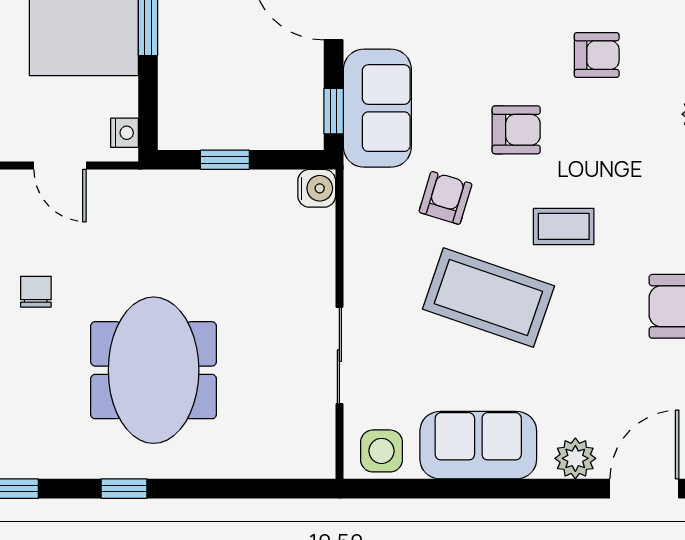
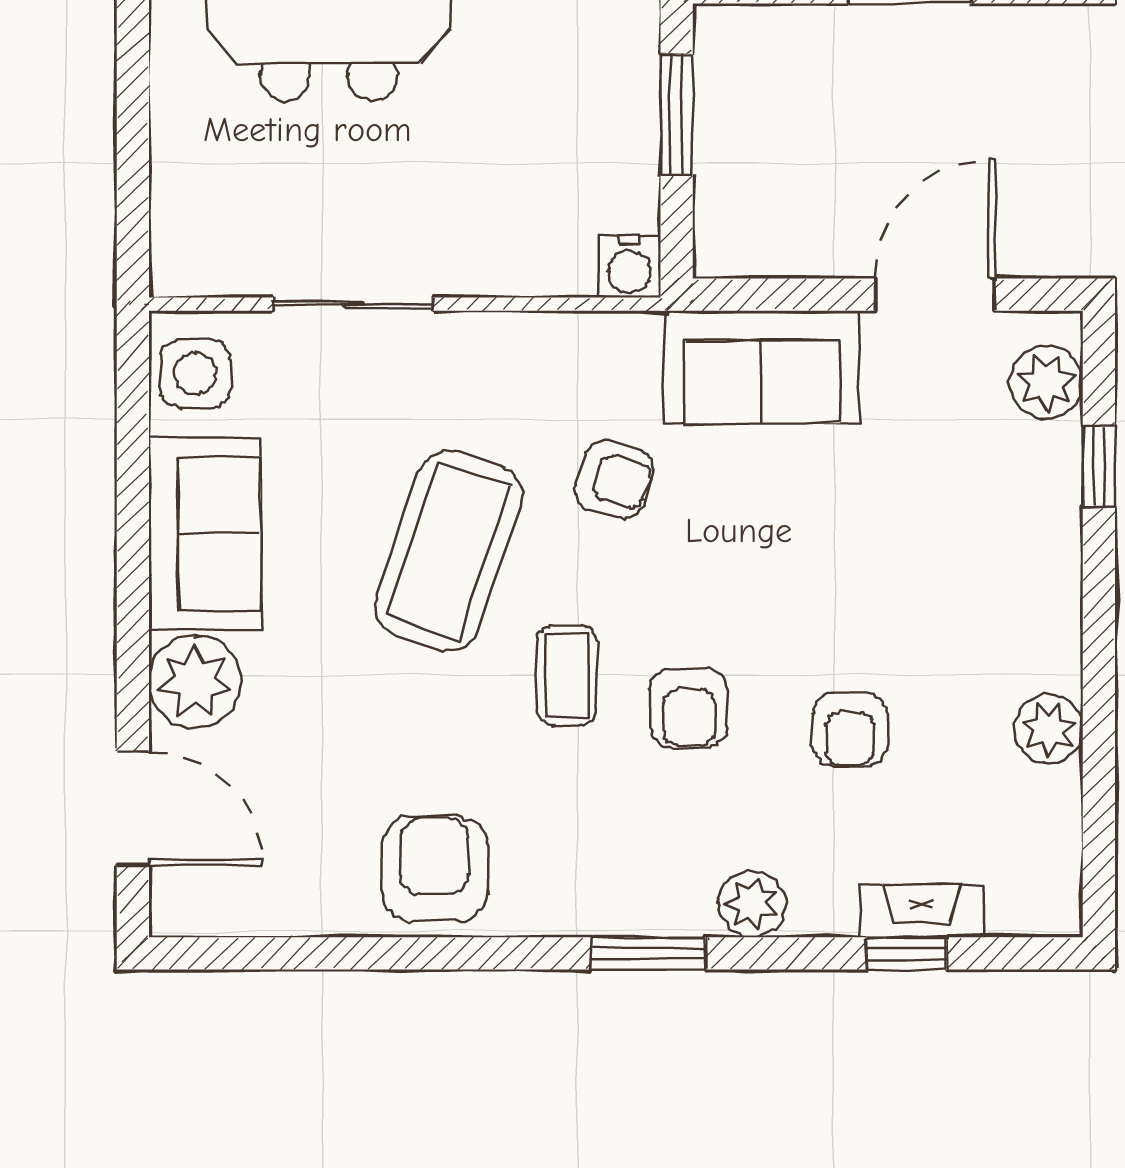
window: (334, 111) -> (757, 295), removed
armchair: (516, 130) -> (689, 708), moved
window: (225, 160) -> (677, 115), width x1.50
plant: (575, 458) -> (195, 682), width x1.36, depth x1.36

